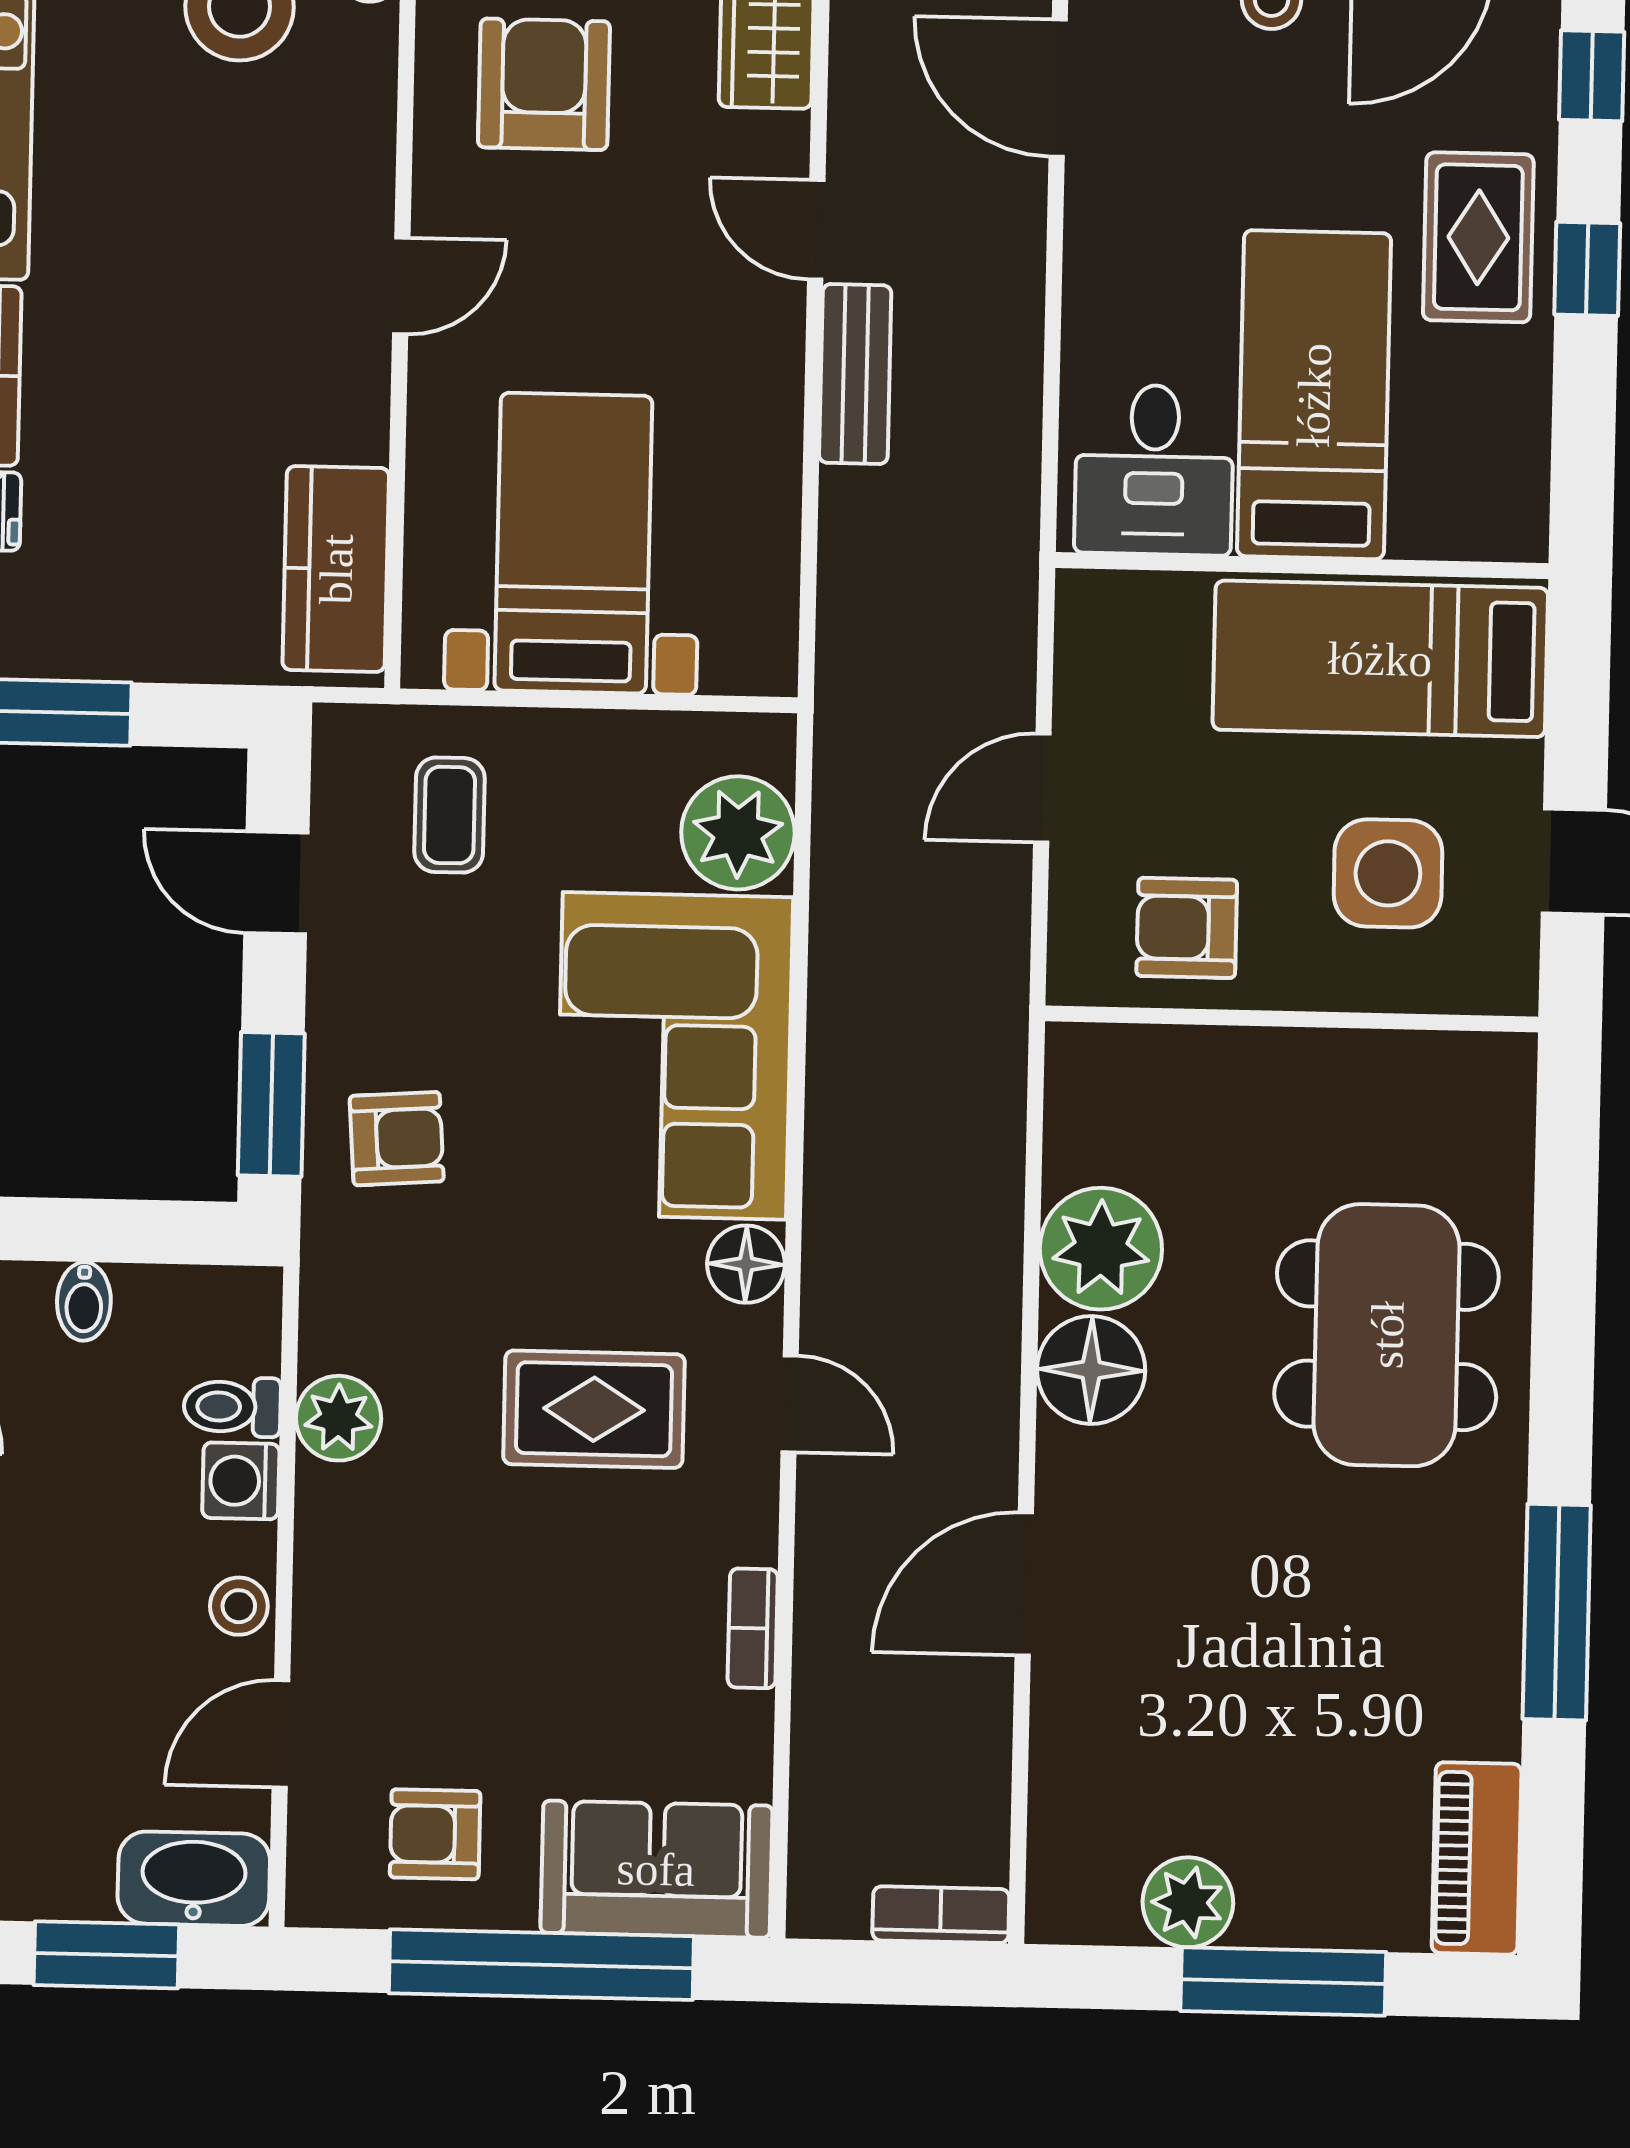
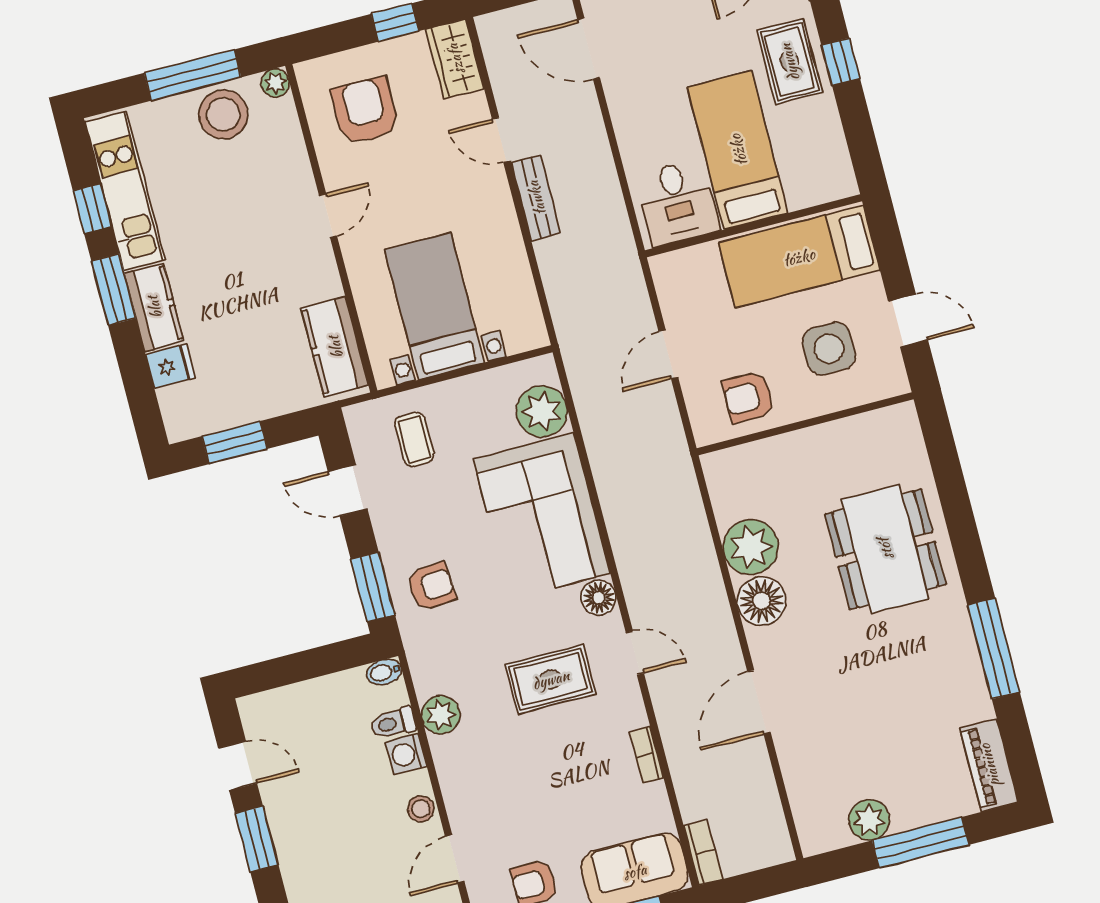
bidet: (84, 1301) -> (384, 672), moved, turned 90
bookcase: (941, 1915) -> (703, 853), moved, turned 90

